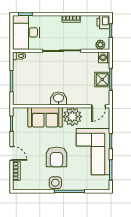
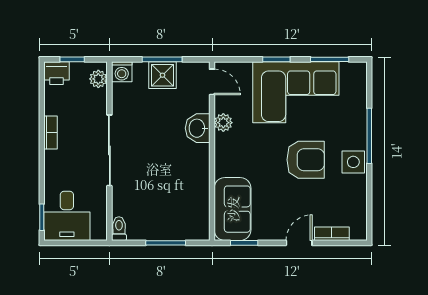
desk: (26, 32) -> (67, 216), width x0.73
washbasin: (59, 98) -> (198, 128), moved
sofa: (45, 117) -> (233, 209), moved
plant: (72, 117) -> (223, 123), width x0.53, depth x0.53

